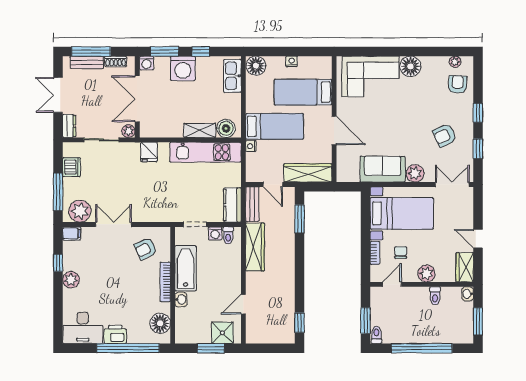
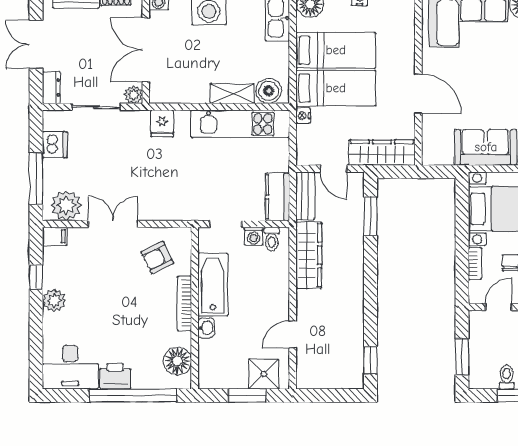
bed: (303, 92) -> (336, 50), moved, turned 180
toilet: (376, 335) -> (506, 377), moved

